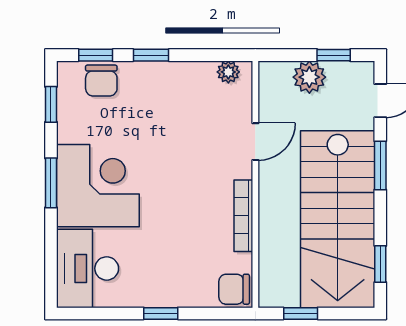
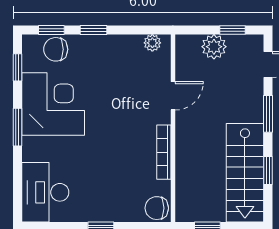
chair: (101, 81) -> (56, 49), turned 90
corner desk: (98, 186) -> (53, 104), moved
stairs: (338, 219) -> (245, 173), width x0.73, depth x0.66
window: (380, 264) -> (268, 171), moved

